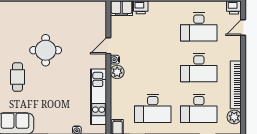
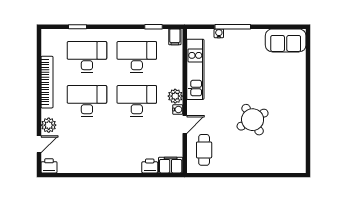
desk: (199, 27) -> (137, 101), moved
round table: (46, 50) -> (253, 120), turned -30
cafe table: (17, 77) -> (204, 150), moved
plant: (234, 117) -> (49, 125), moved

